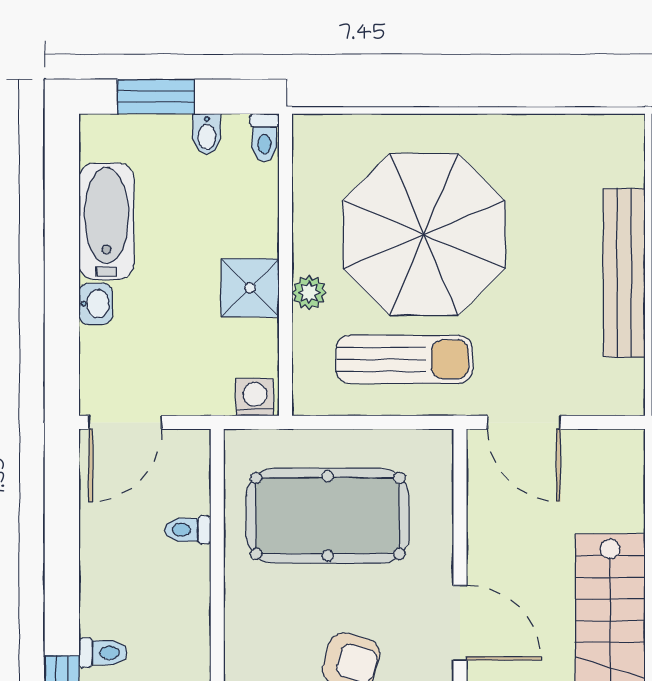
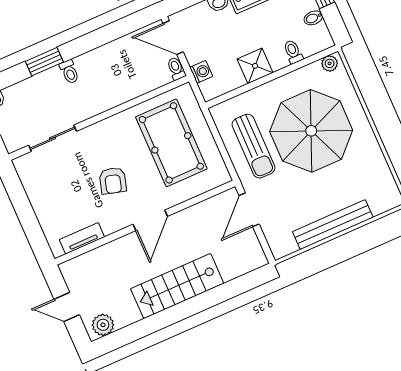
toilet: (264, 137) -> (293, 52), moved, turned 90
plant: (309, 293) -> (330, 63), moved
washing machine: (255, 397) -> (201, 72), moved
toilet: (188, 530) -> (176, 69), moved

